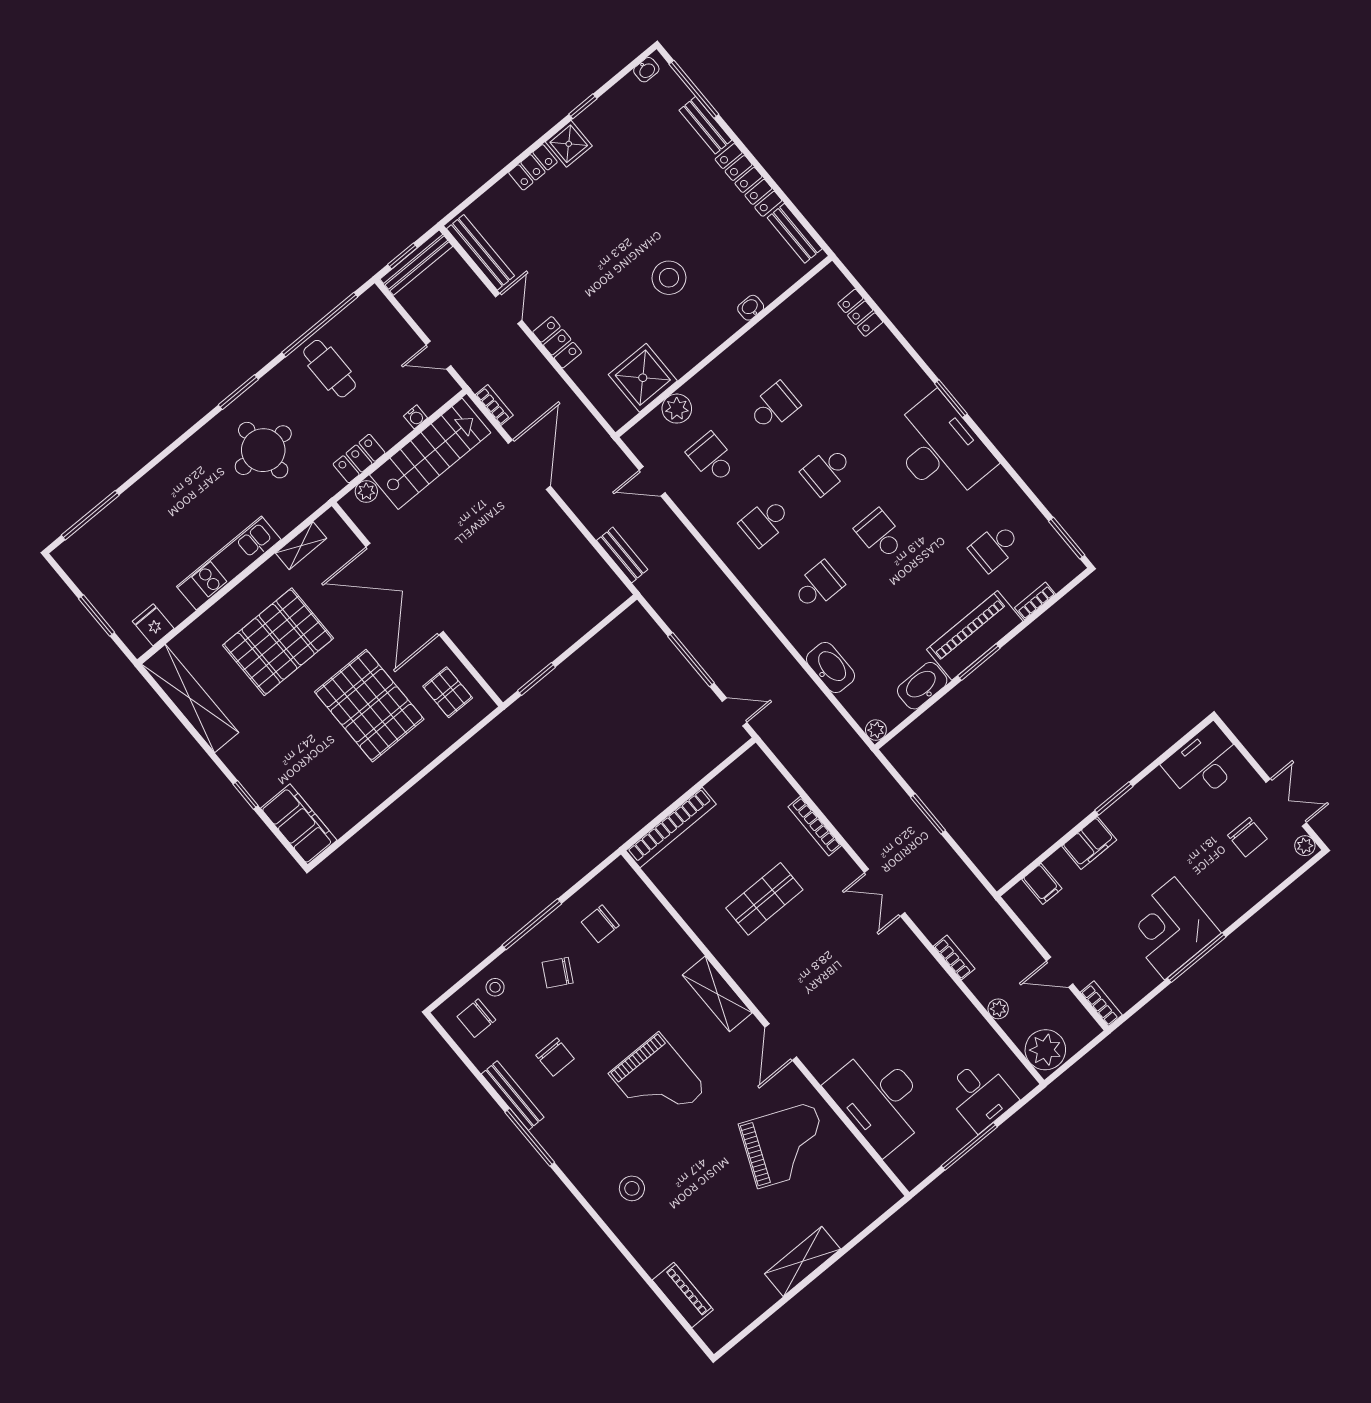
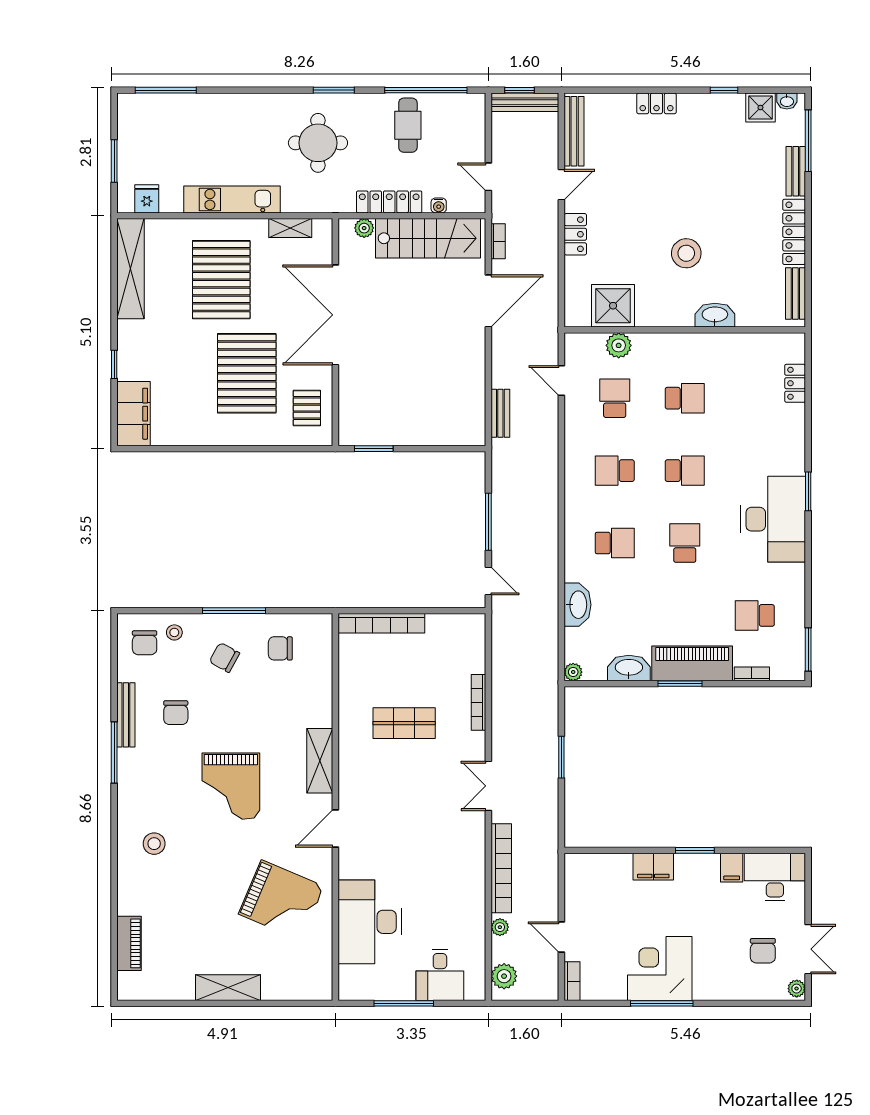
shower: (569, 144) -> (760, 108), moved
washbasin: (751, 308) -> (715, 315), width x1.91, depth x1.45
locker: (359, 459) -> (389, 202), width x1.53
school desk: (827, 471) -> (685, 471), turned 180
pallet: (278, 642) -> (221, 280), turned 90
filing cabinet: (1042, 884) -> (732, 868), moved
bookcase: (954, 958) -> (501, 868), width x2.31, depth x1.31
chair: (476, 1018) -> (145, 643), turned -90
plant: (1045, 1050) -> (504, 976), width x0.73, depth x0.73

